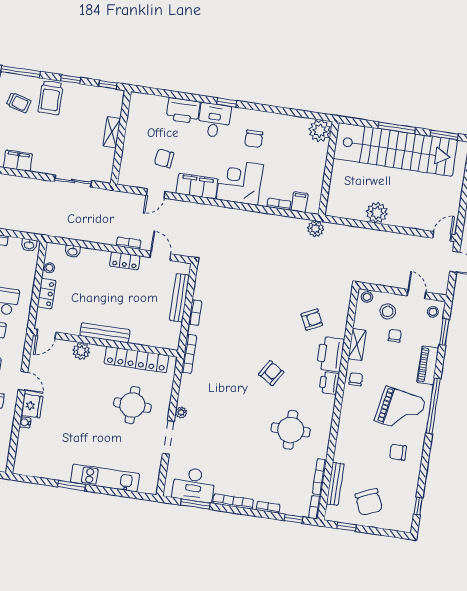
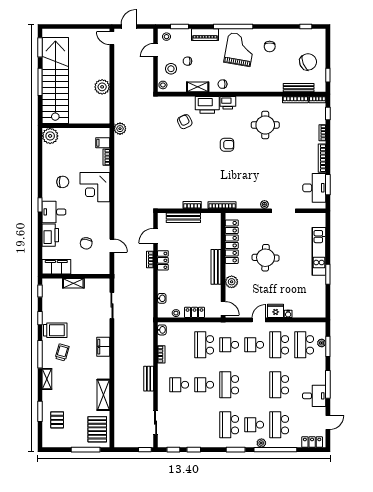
filing cabinet: (197, 186) -> (56, 267), moved, turned 90
armchair: (271, 373) -> (227, 145), turned 148
round table: (132, 405) -> (266, 258), moved

